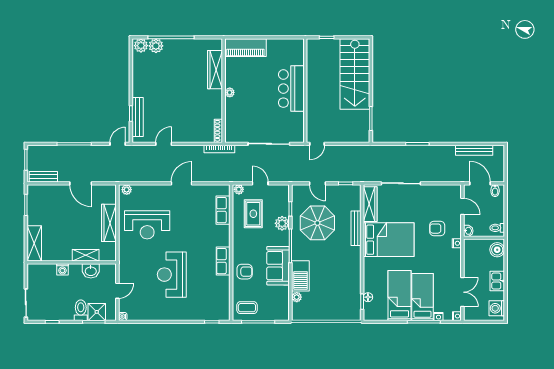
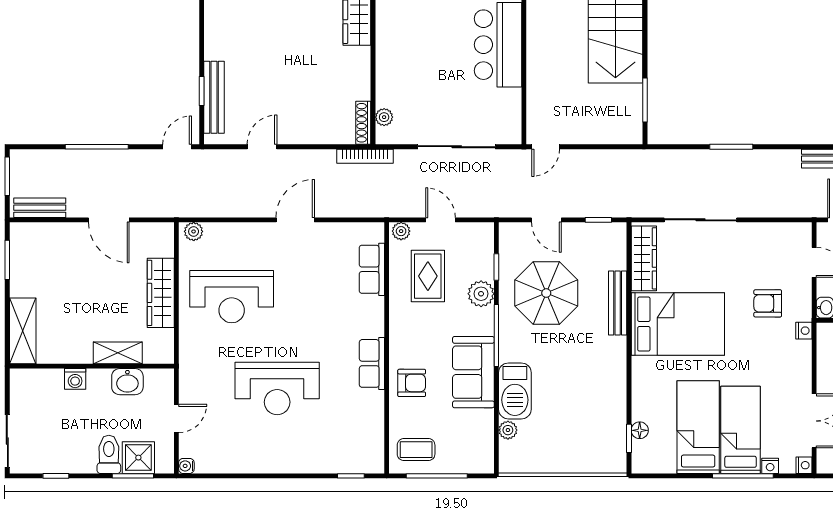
plant: (230, 92) -> (384, 117), moved
reception desk: (172, 275) -> (277, 388), turned -90

